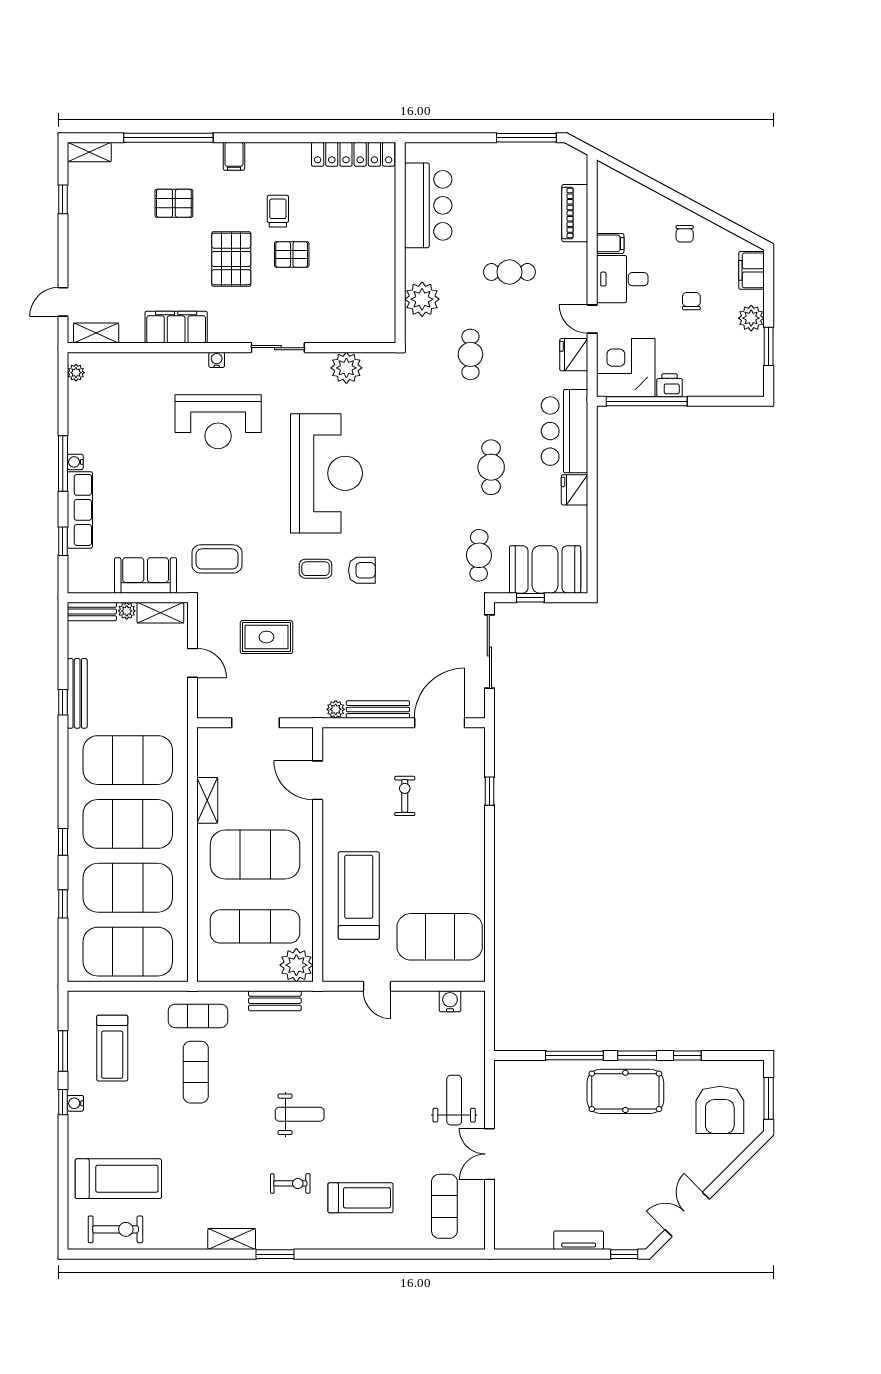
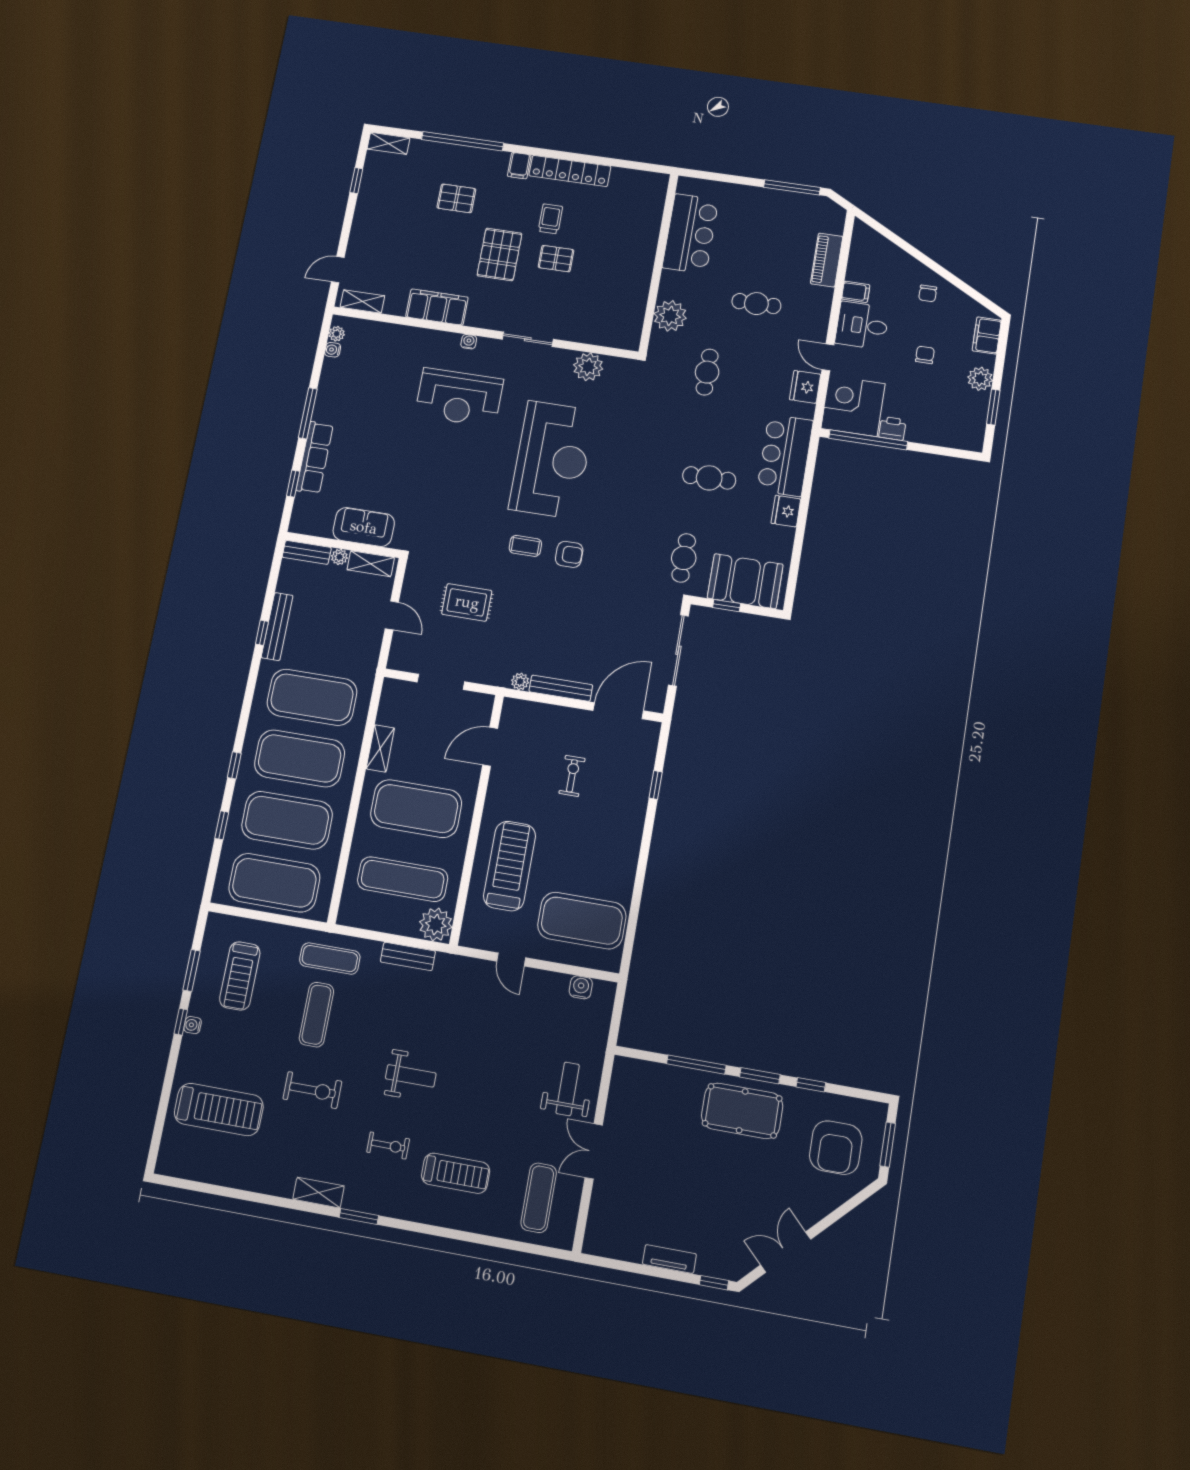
locker: (353, 154) -> (570, 171), moved
water cooler: (75, 462) -> (333, 350), moved
cafe table: (491, 467) -> (709, 478), turned 90
coffee table: (217, 559) -> (434, 522), removed
door: (318, 780) -> (490, 747), hinge flipped
exercise bike: (116, 1229) -> (312, 1090), moved

